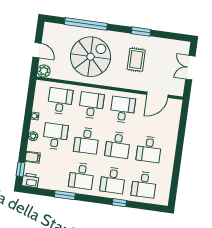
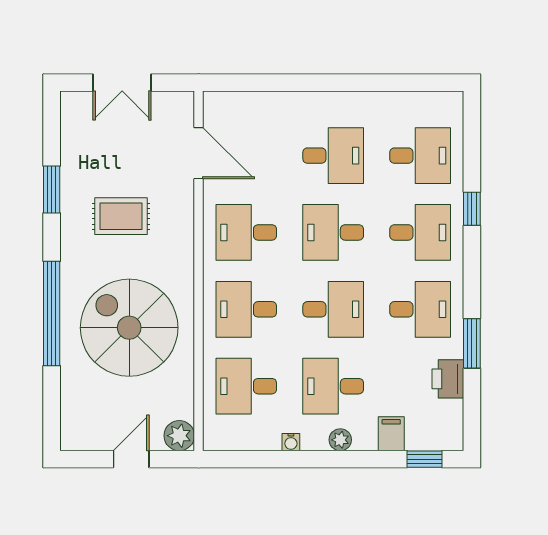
window: (86, 24) -> (52, 313), moved
window: (141, 32) -> (52, 190), moved
desk: (118, 145) -> (333, 232), turned 180
printer: (30, 180) -> (448, 379), moved

